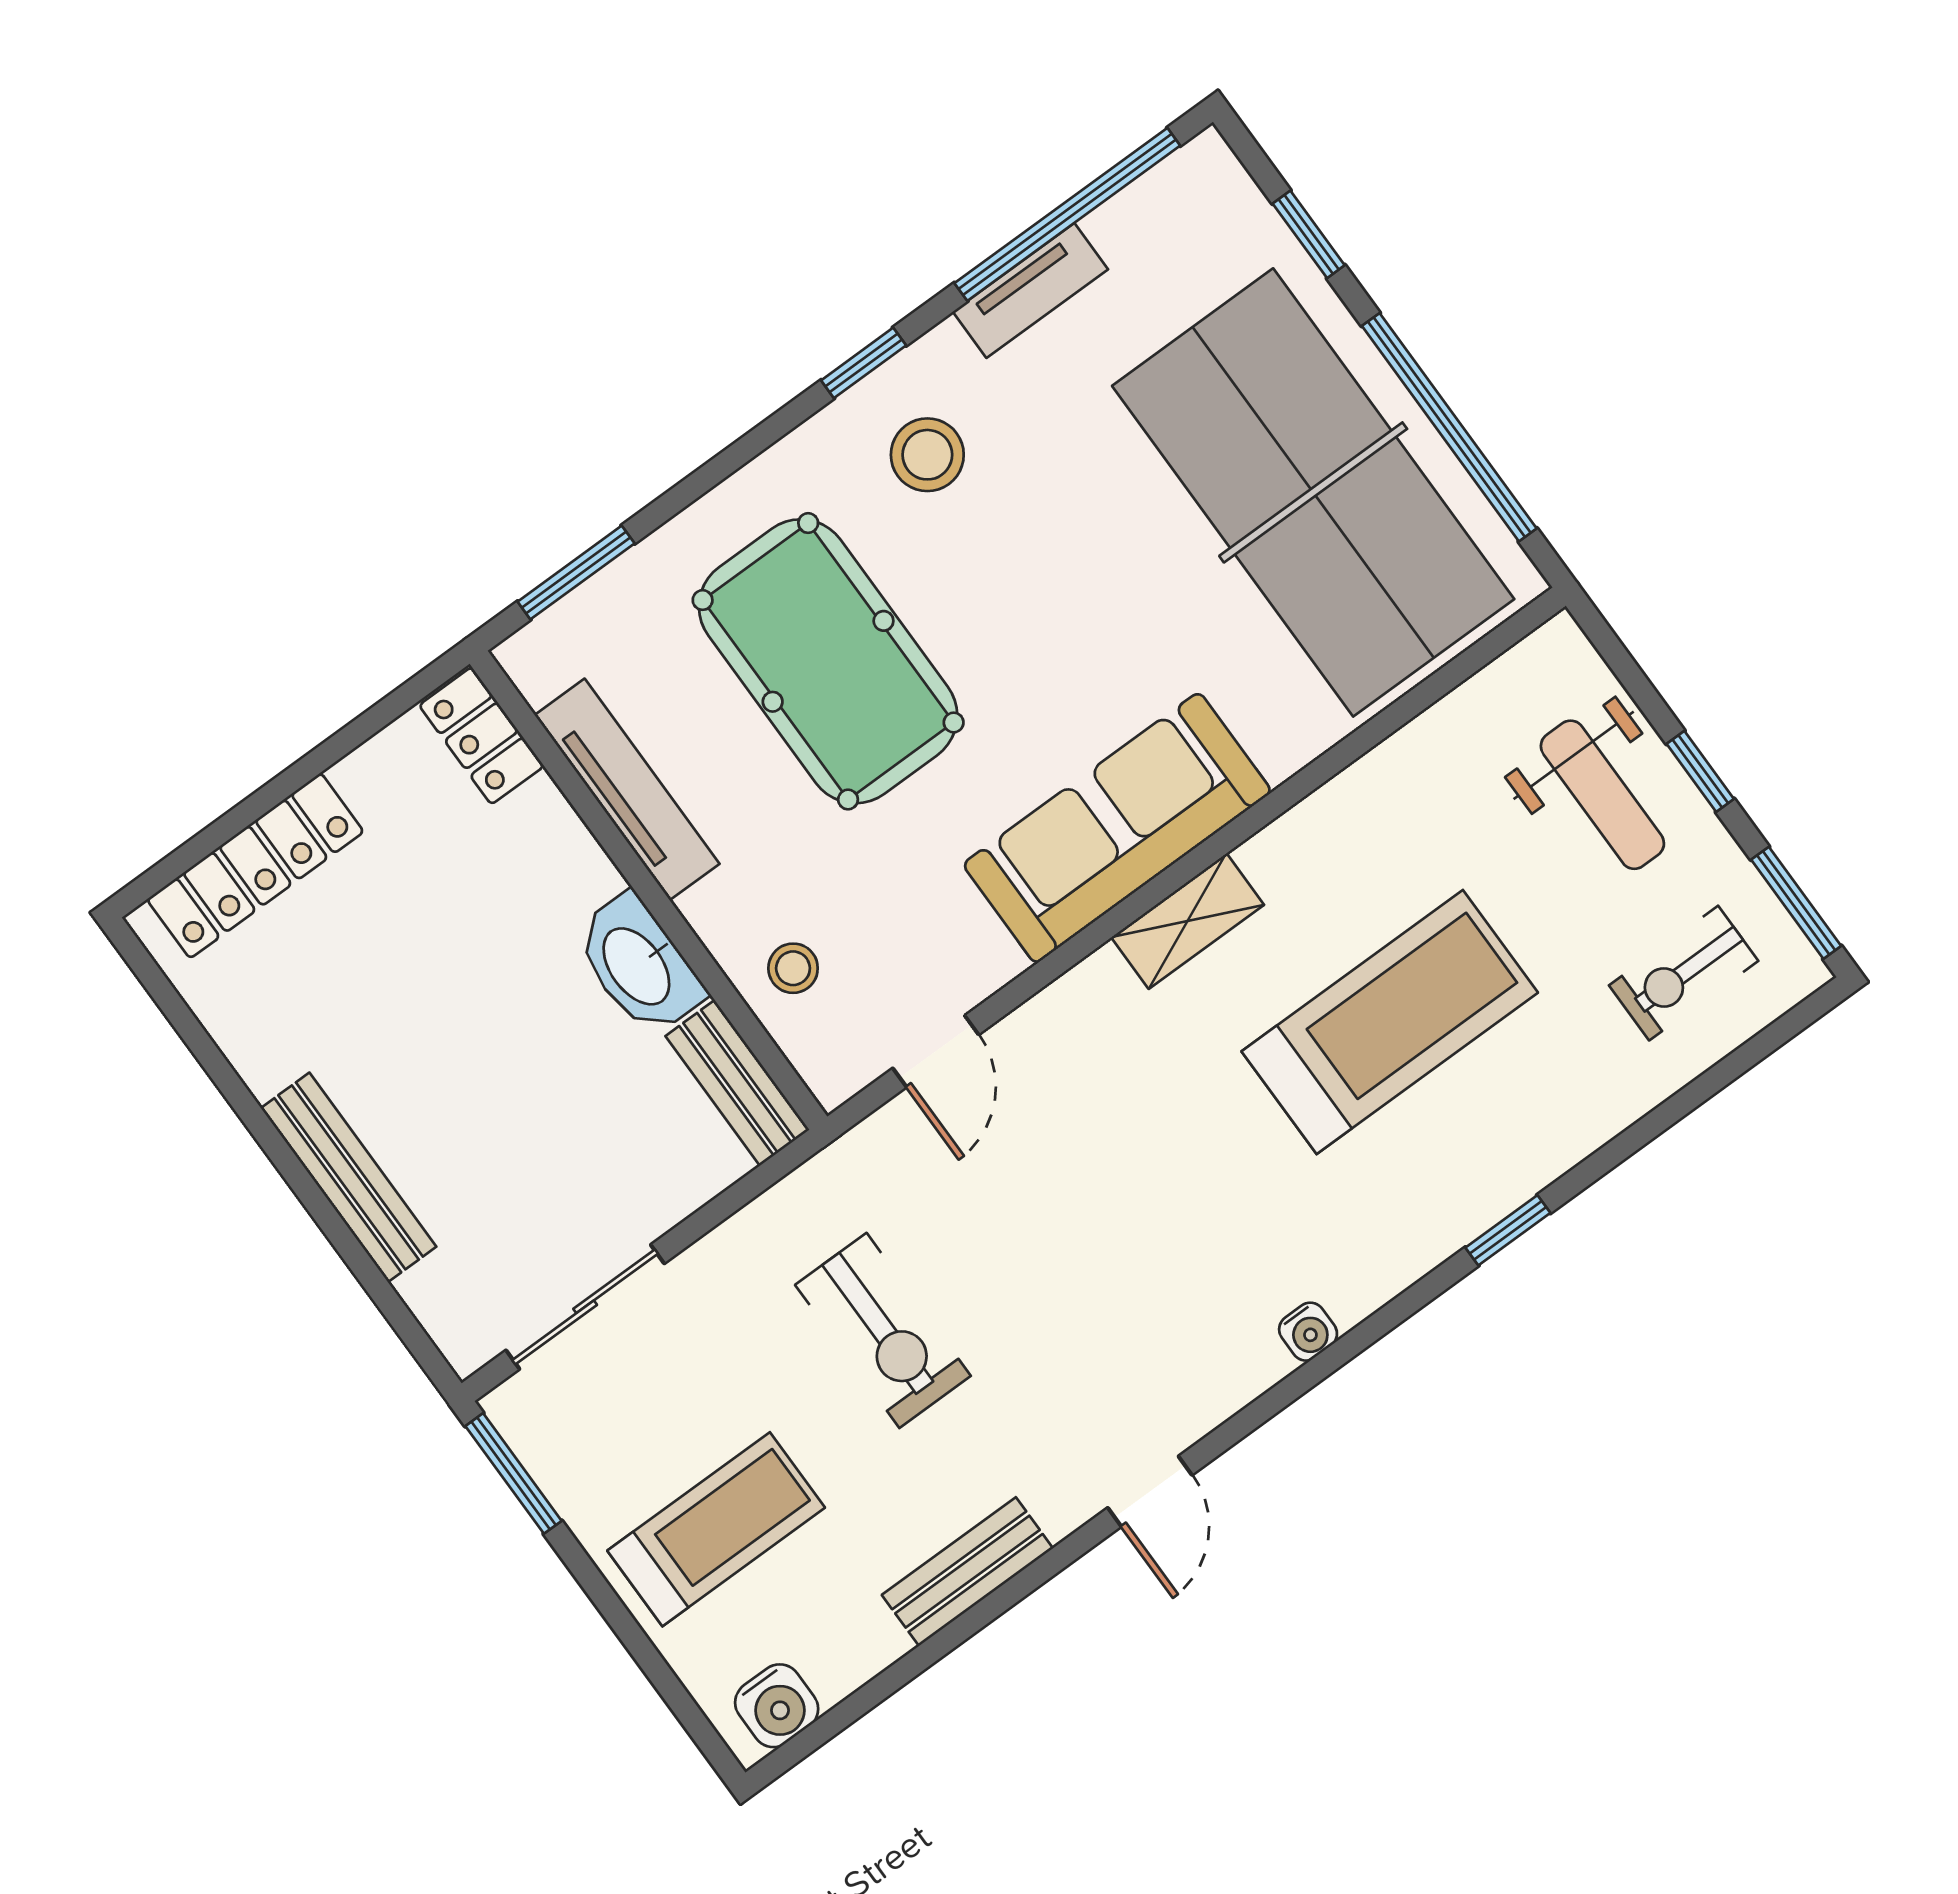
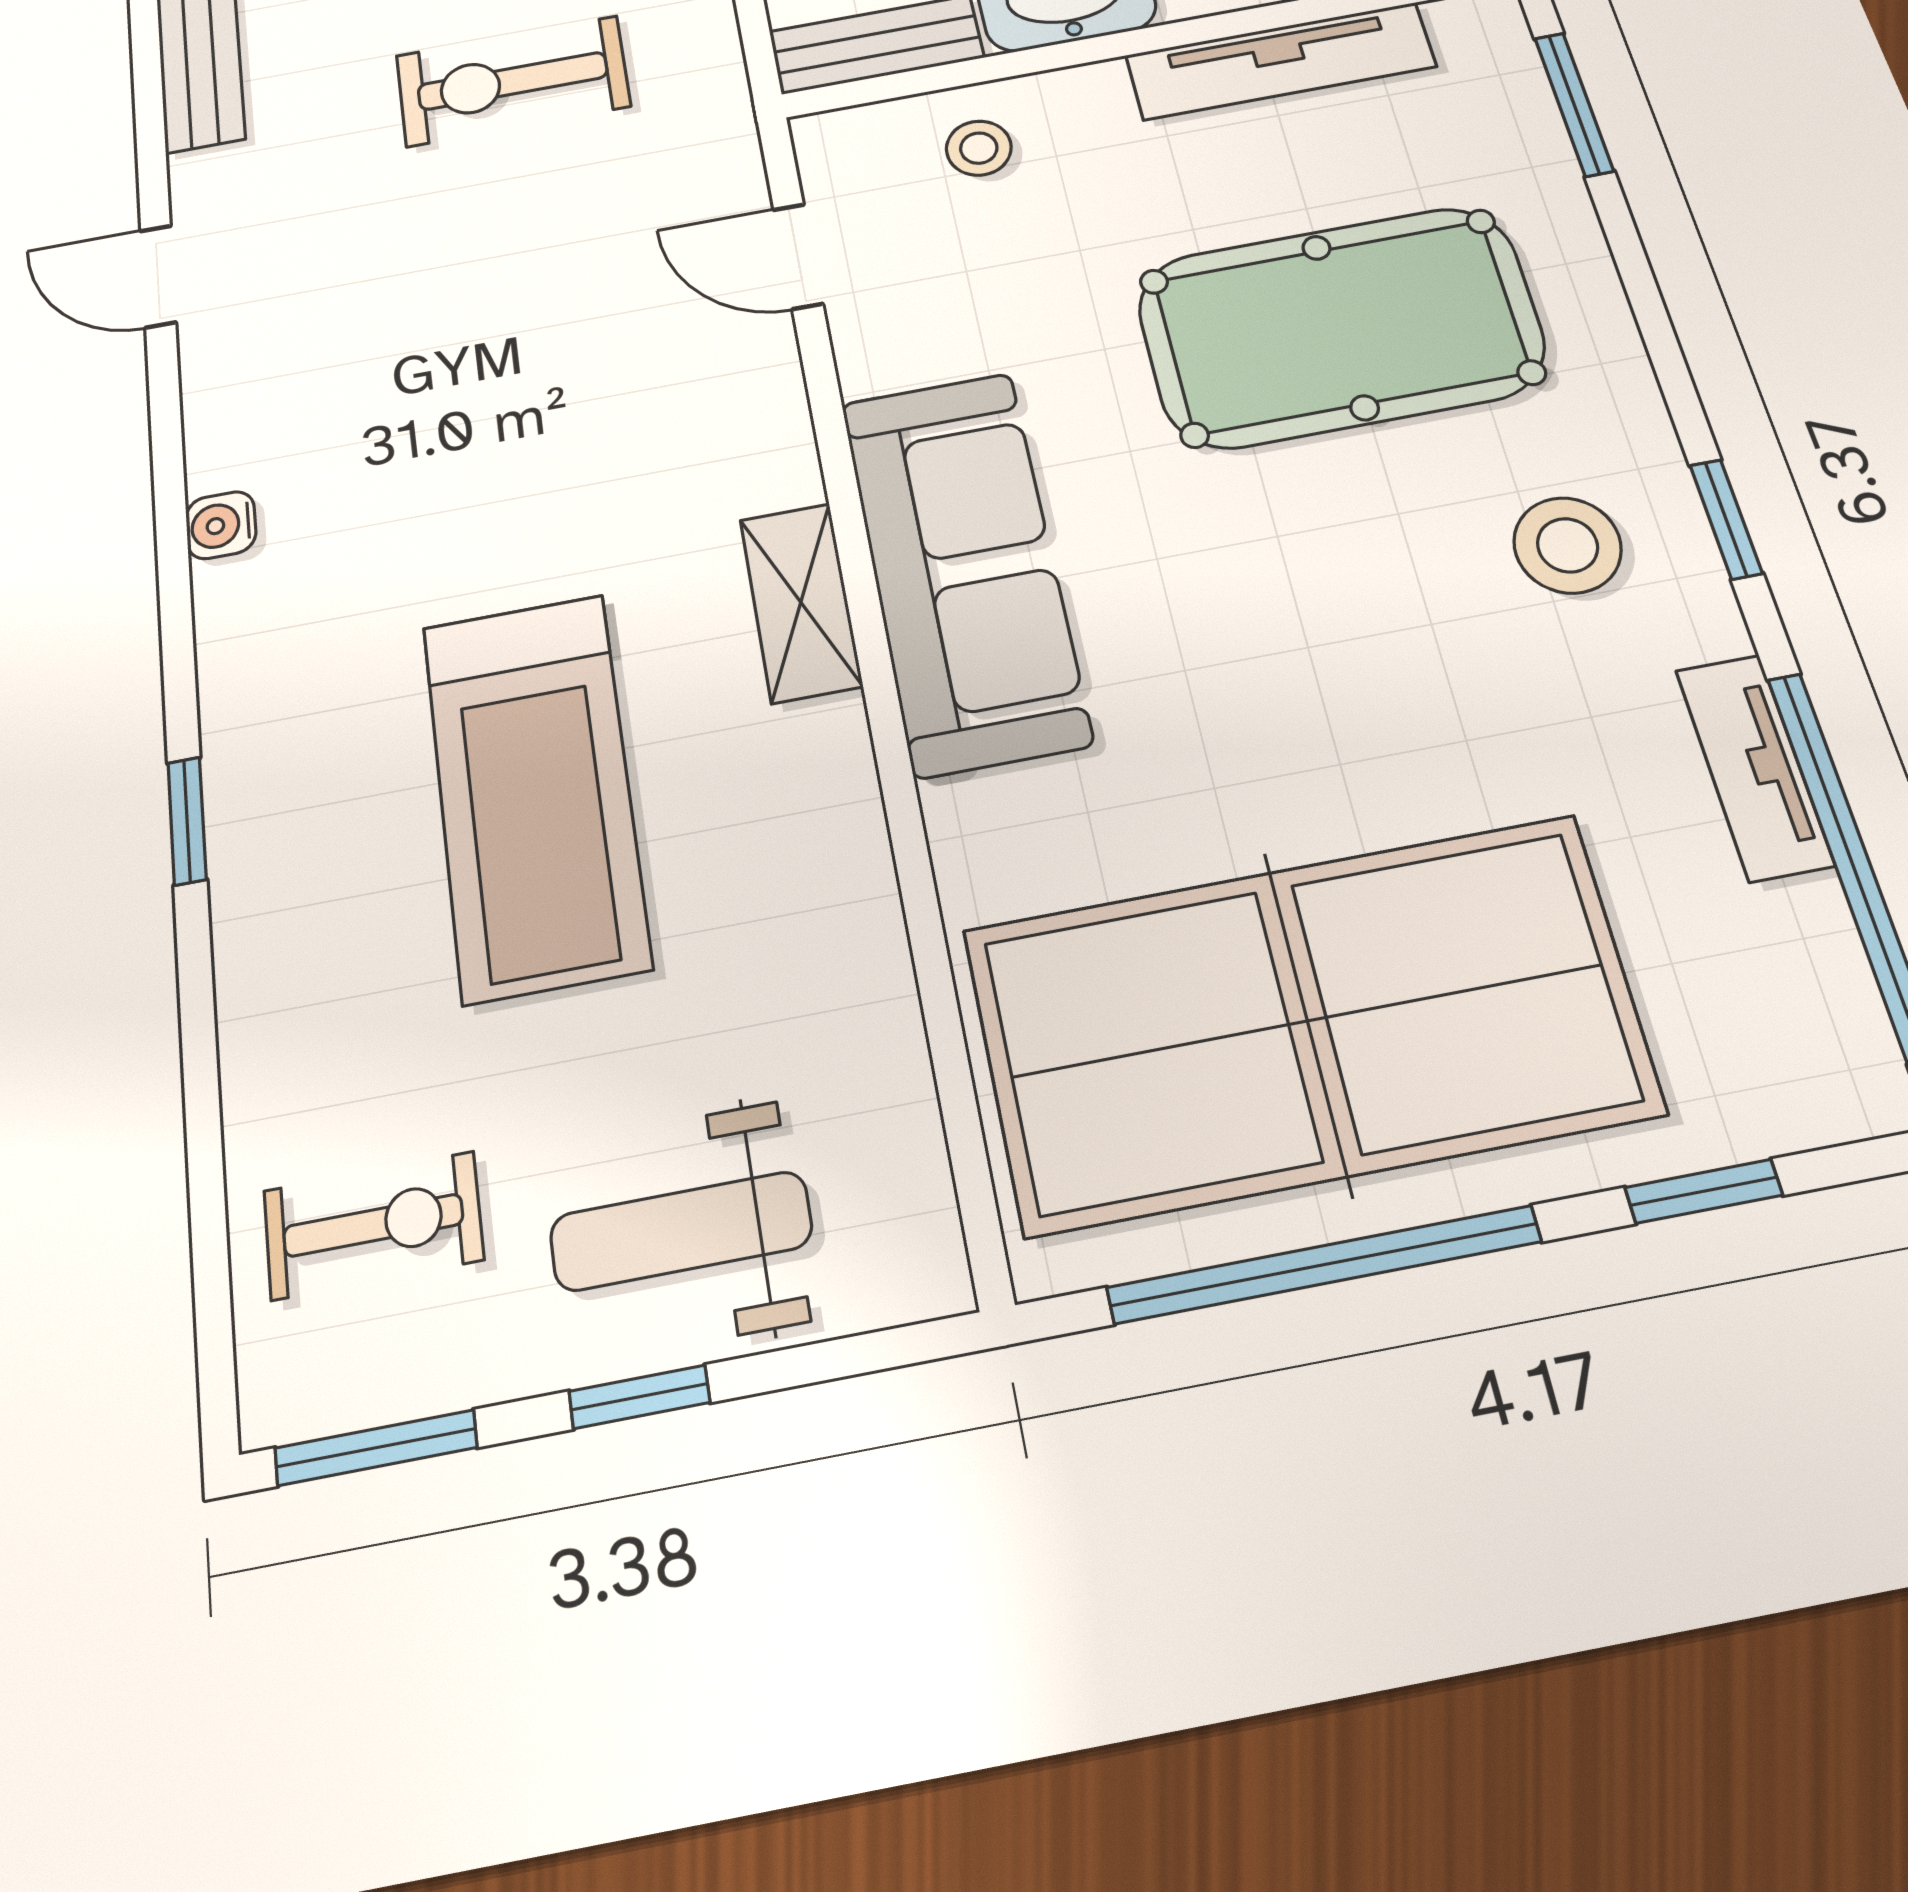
exercise bike: (1684, 973) -> (373, 1225), turned 90

